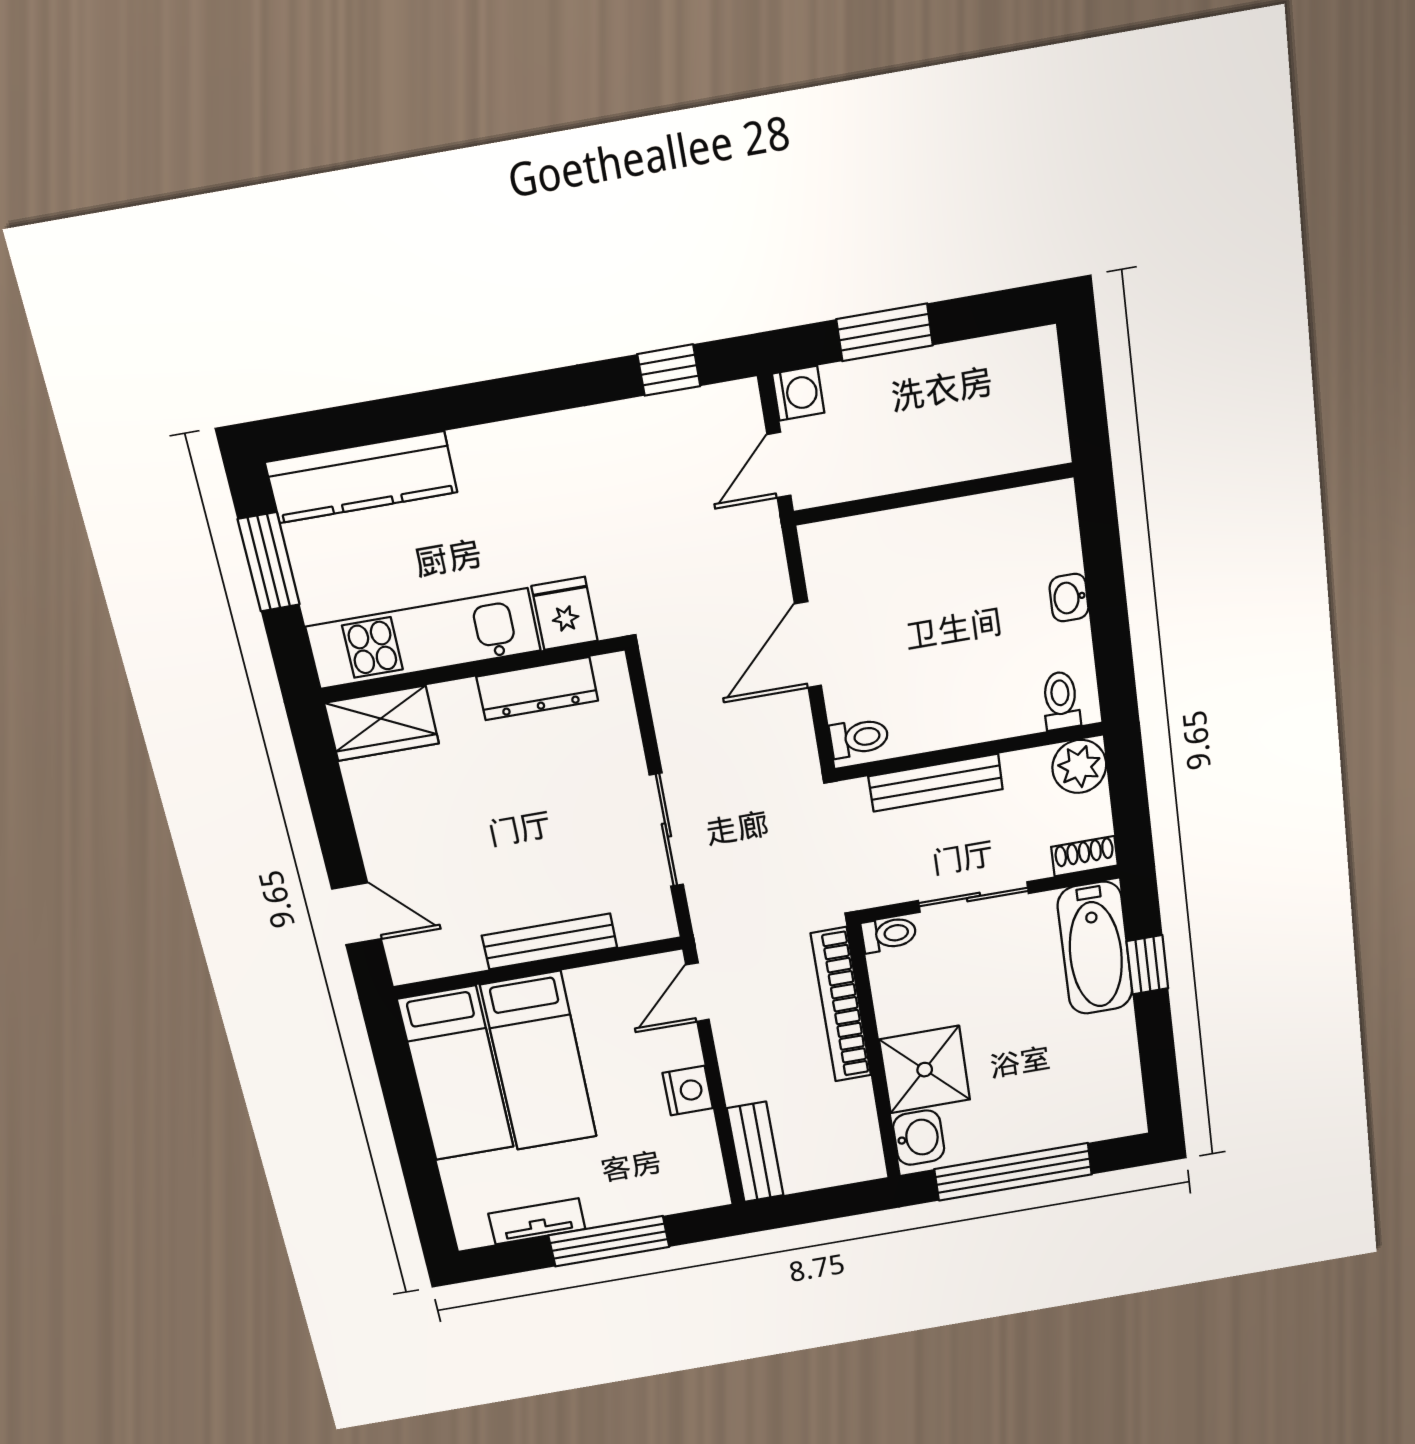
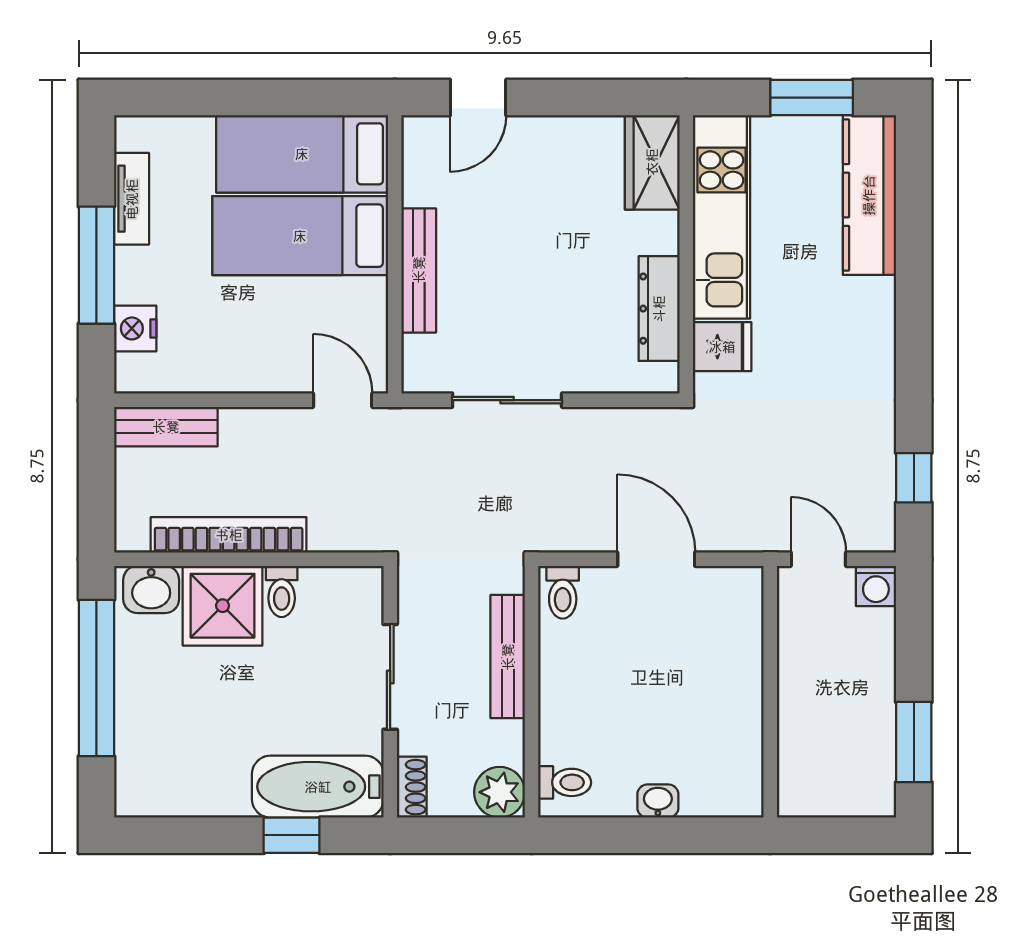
window: (885, 332) -> (914, 742), moved
toilet: (889, 934) -> (282, 591), moved
bookcase: (841, 1005) -> (229, 535), moved
nightstand: (688, 1091) -> (135, 328), moved, turned 90

